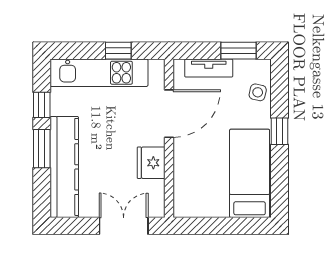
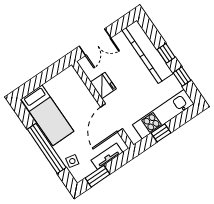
window: (280, 131) -> (47, 148), width x3.17
window: (42, 149) -> (166, 53), width x0.67

